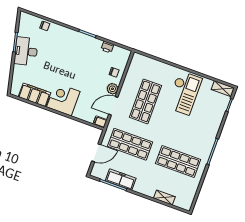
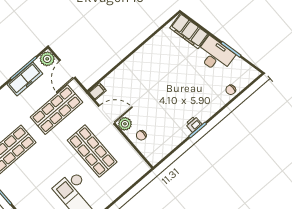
printer: (107, 47) -> (194, 124), moved
filing cabinet: (35, 95) -> (189, 31), moved, turned 77
corner desk: (63, 99) -> (143, 66), removed
door: (113, 106) -> (107, 115), hinge flipped
plant: (97, 172) -> (47, 59), added

